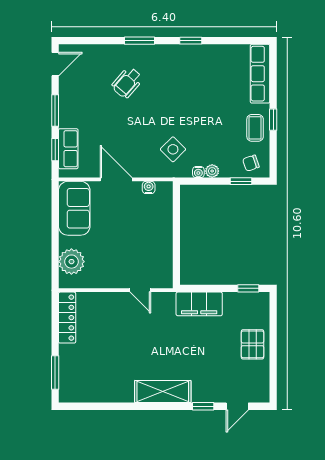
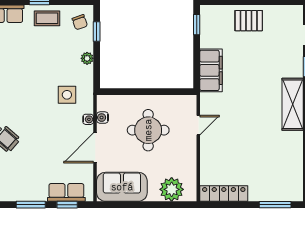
side table: (173, 149) -> (67, 95), turned 45
water cooler: (198, 172) -> (88, 119), moved
round table: (135, 236) -> (148, 130), added

